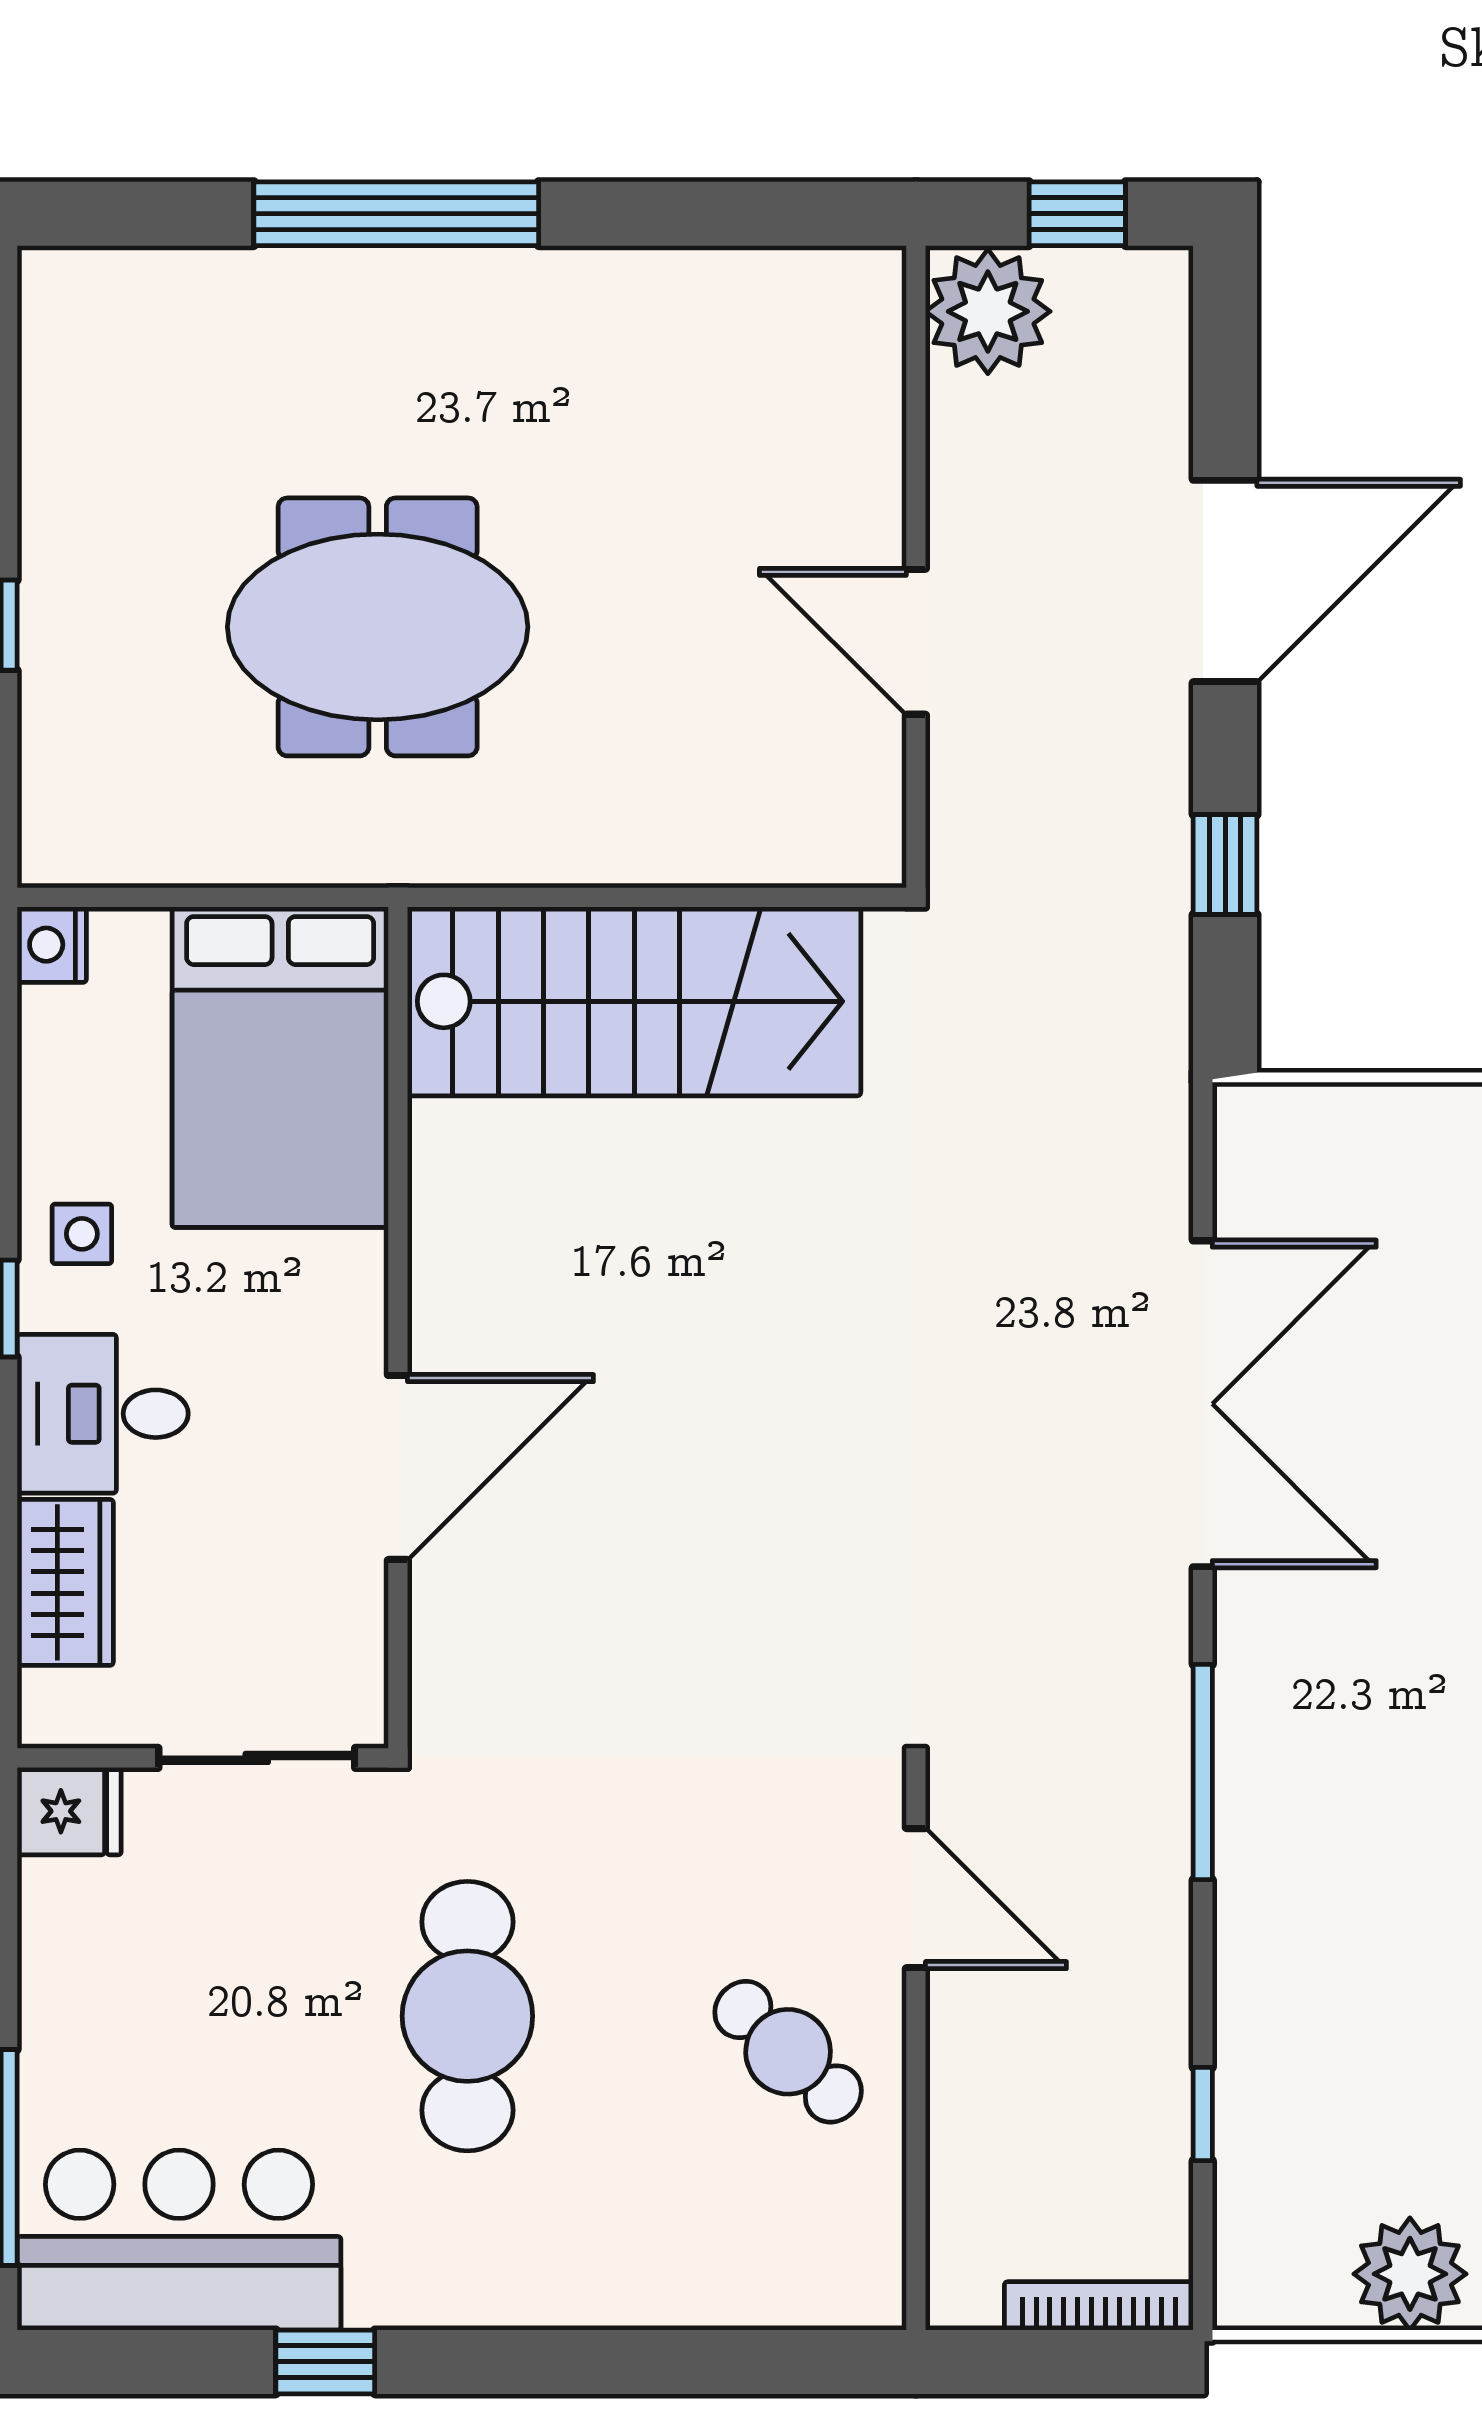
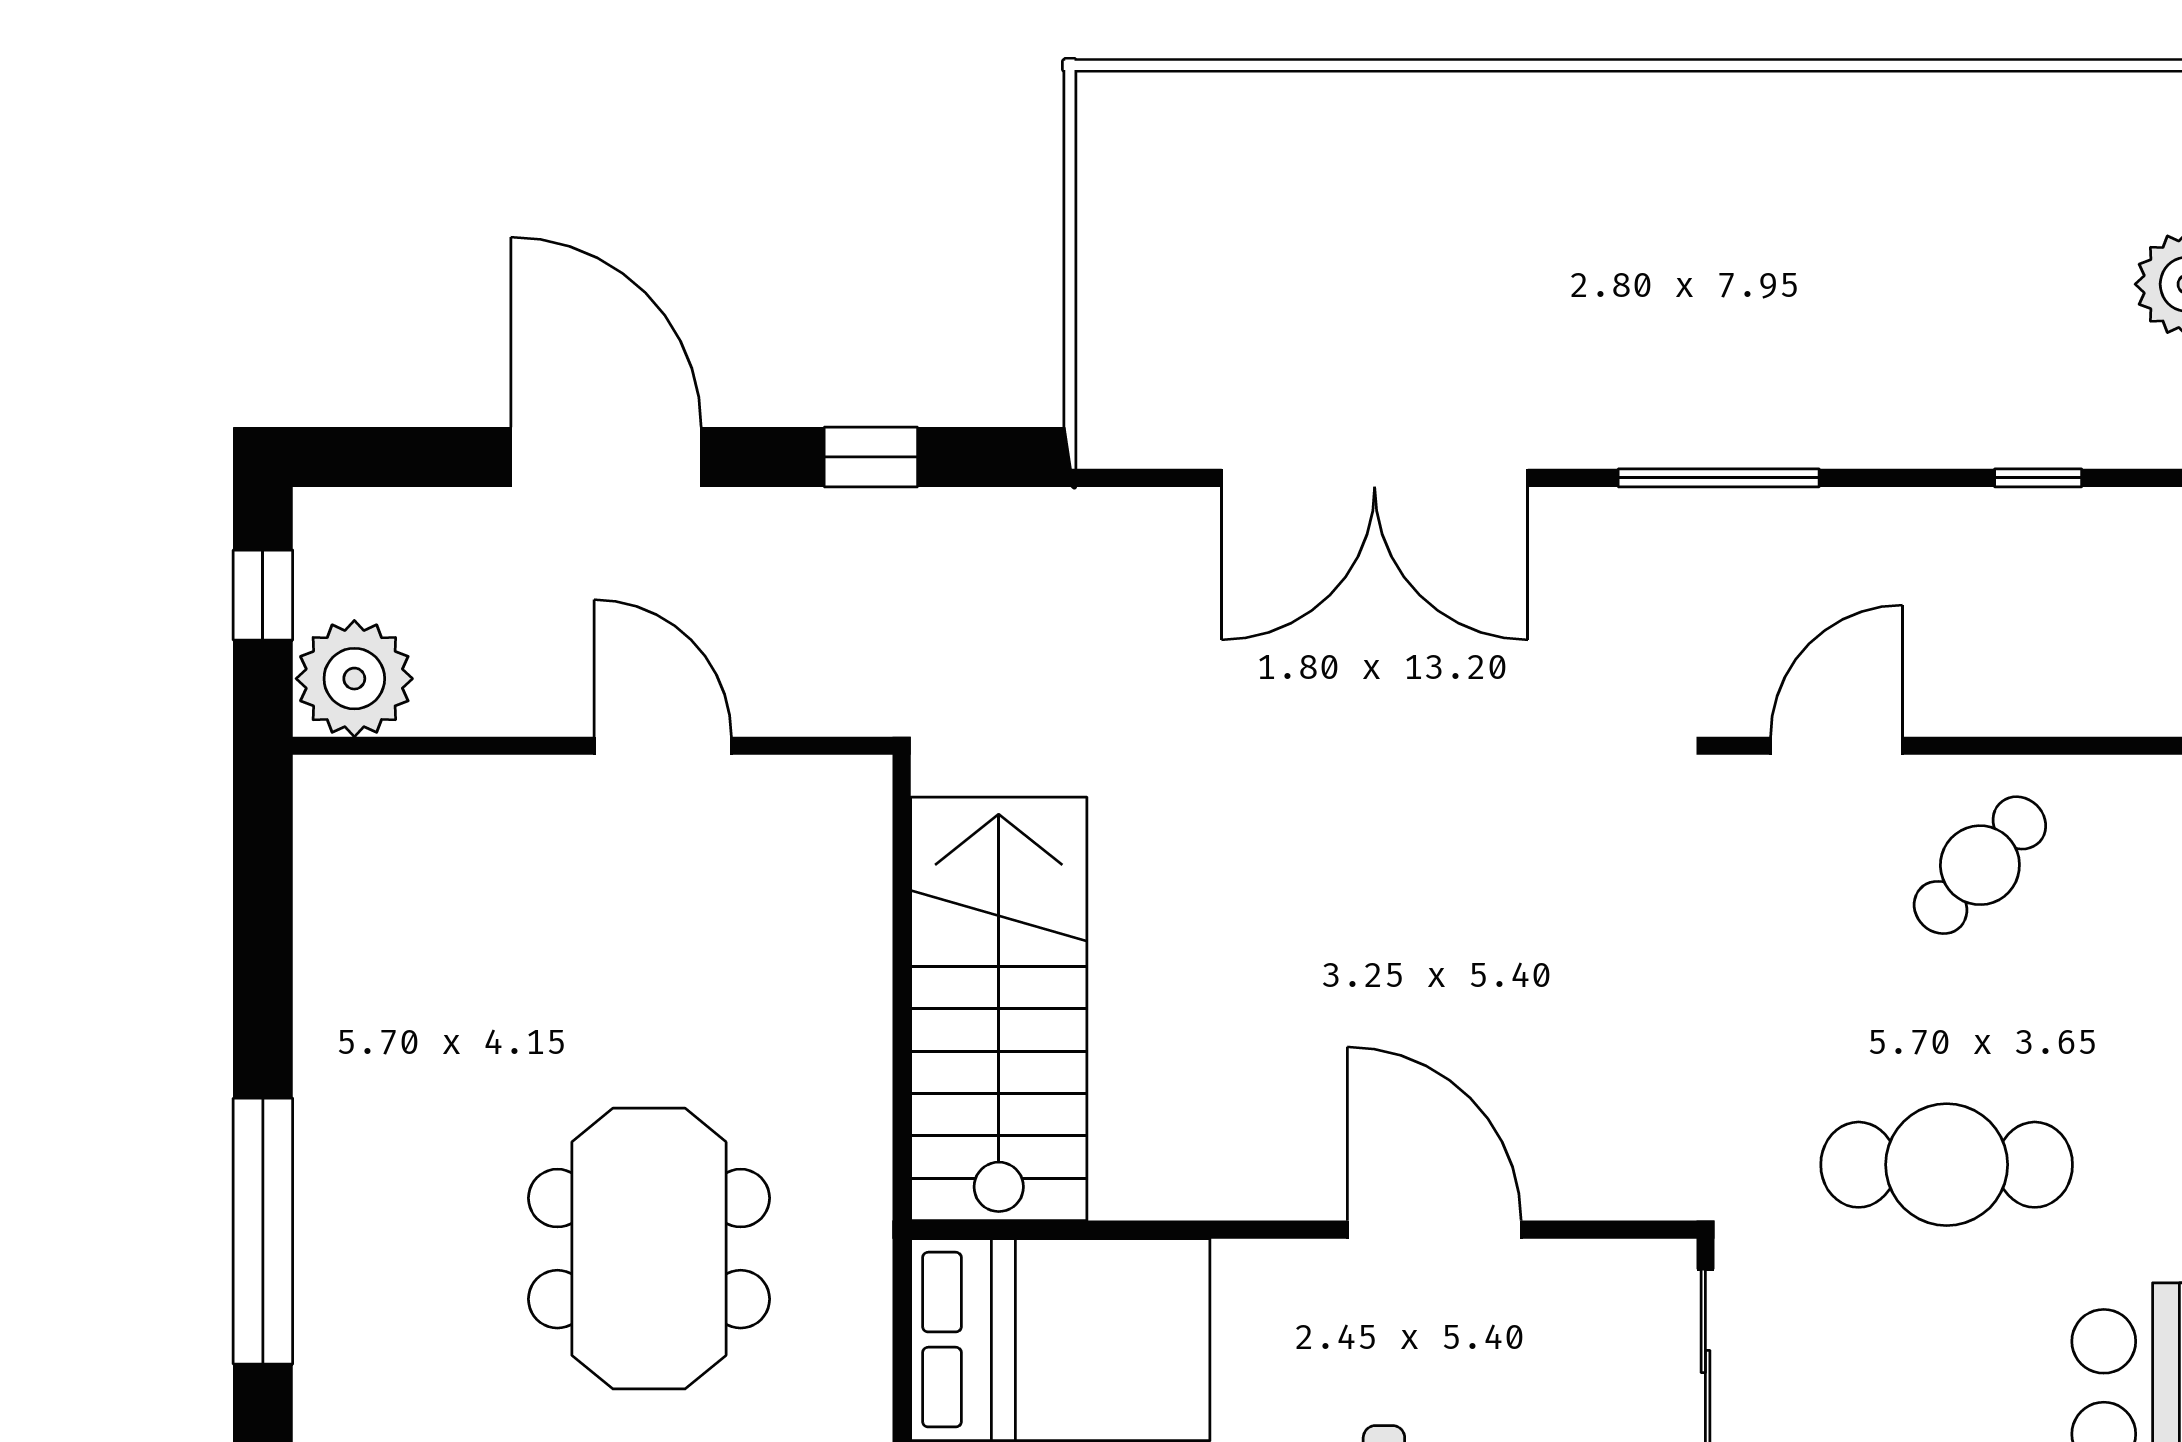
door: (916, 642) -> (663, 746), swing flipped
double door: (1203, 1404) -> (1375, 478), swing flipped

